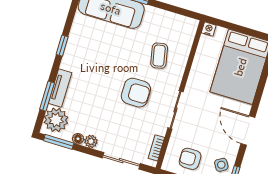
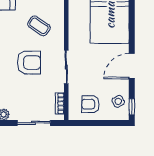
coffee table: (159, 56) -> (39, 26), turned -45
door: (248, 130) -> (132, 66), hinge flipped

